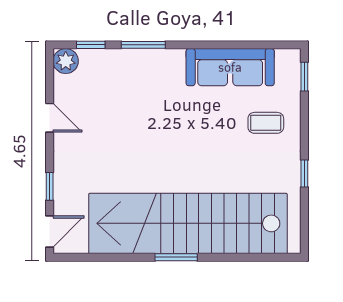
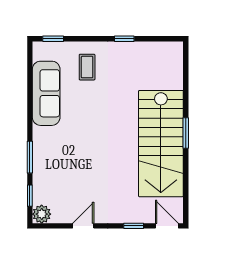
stairs: (188, 223) -> (161, 144), width x0.73

